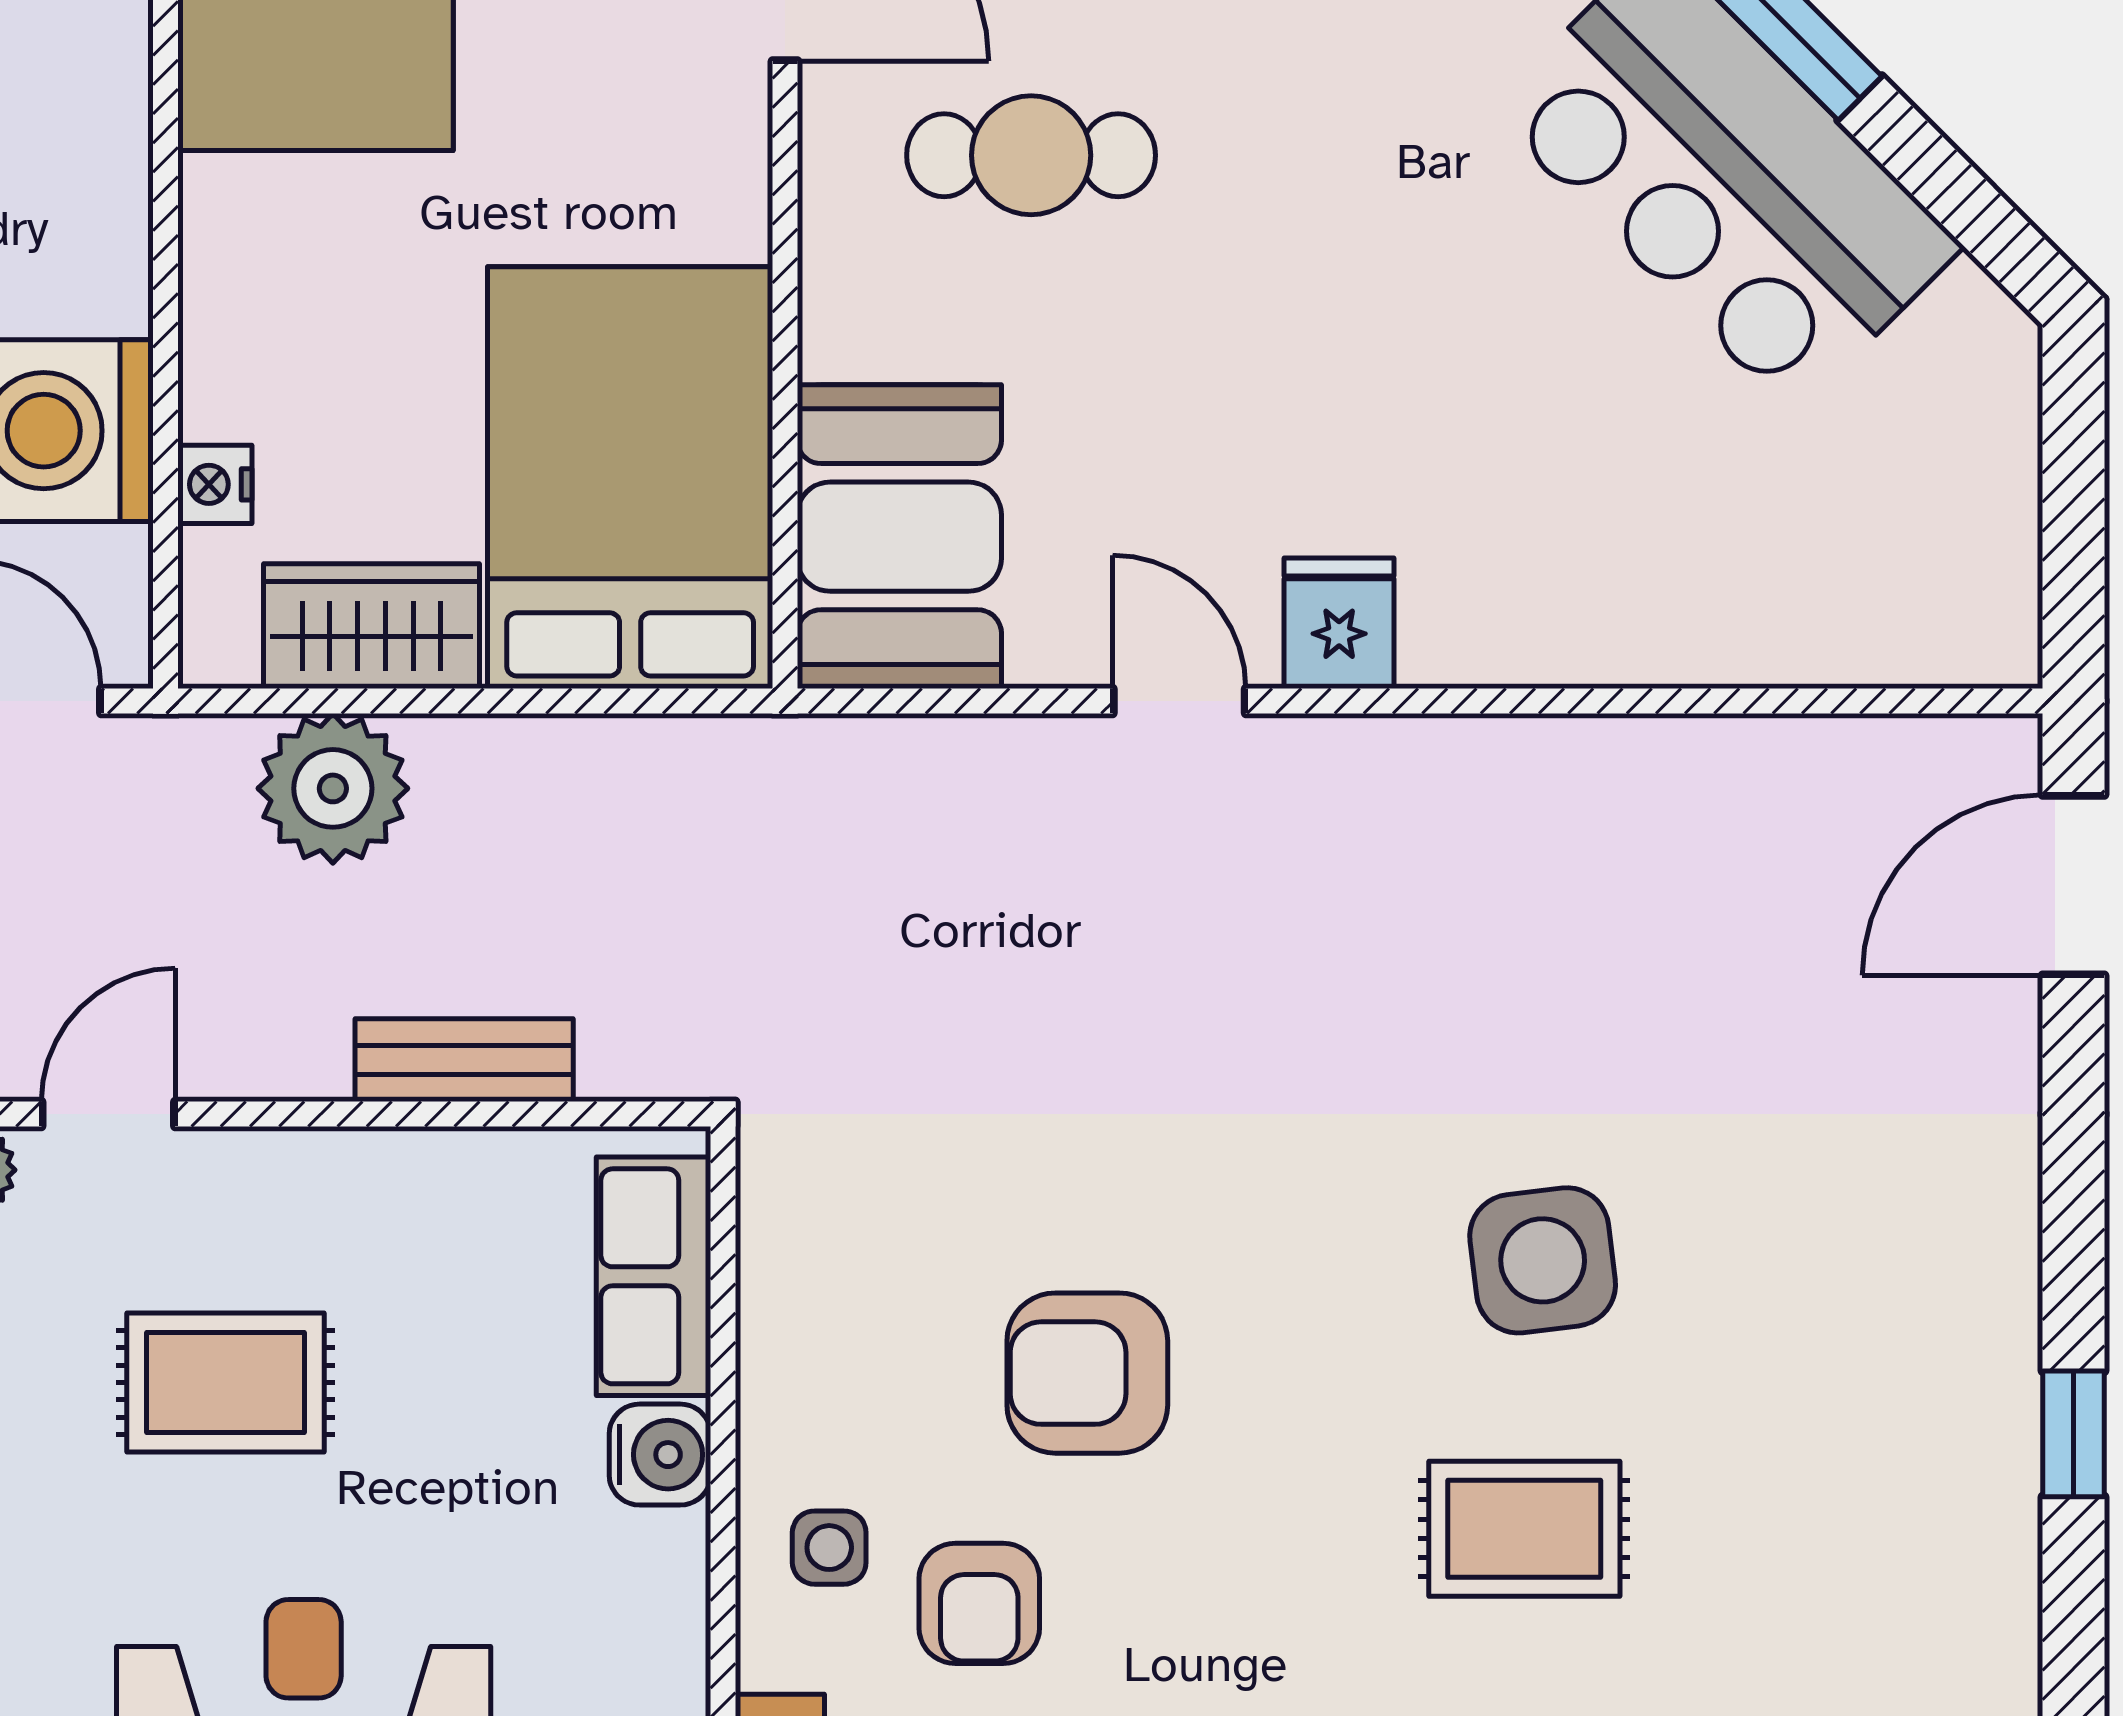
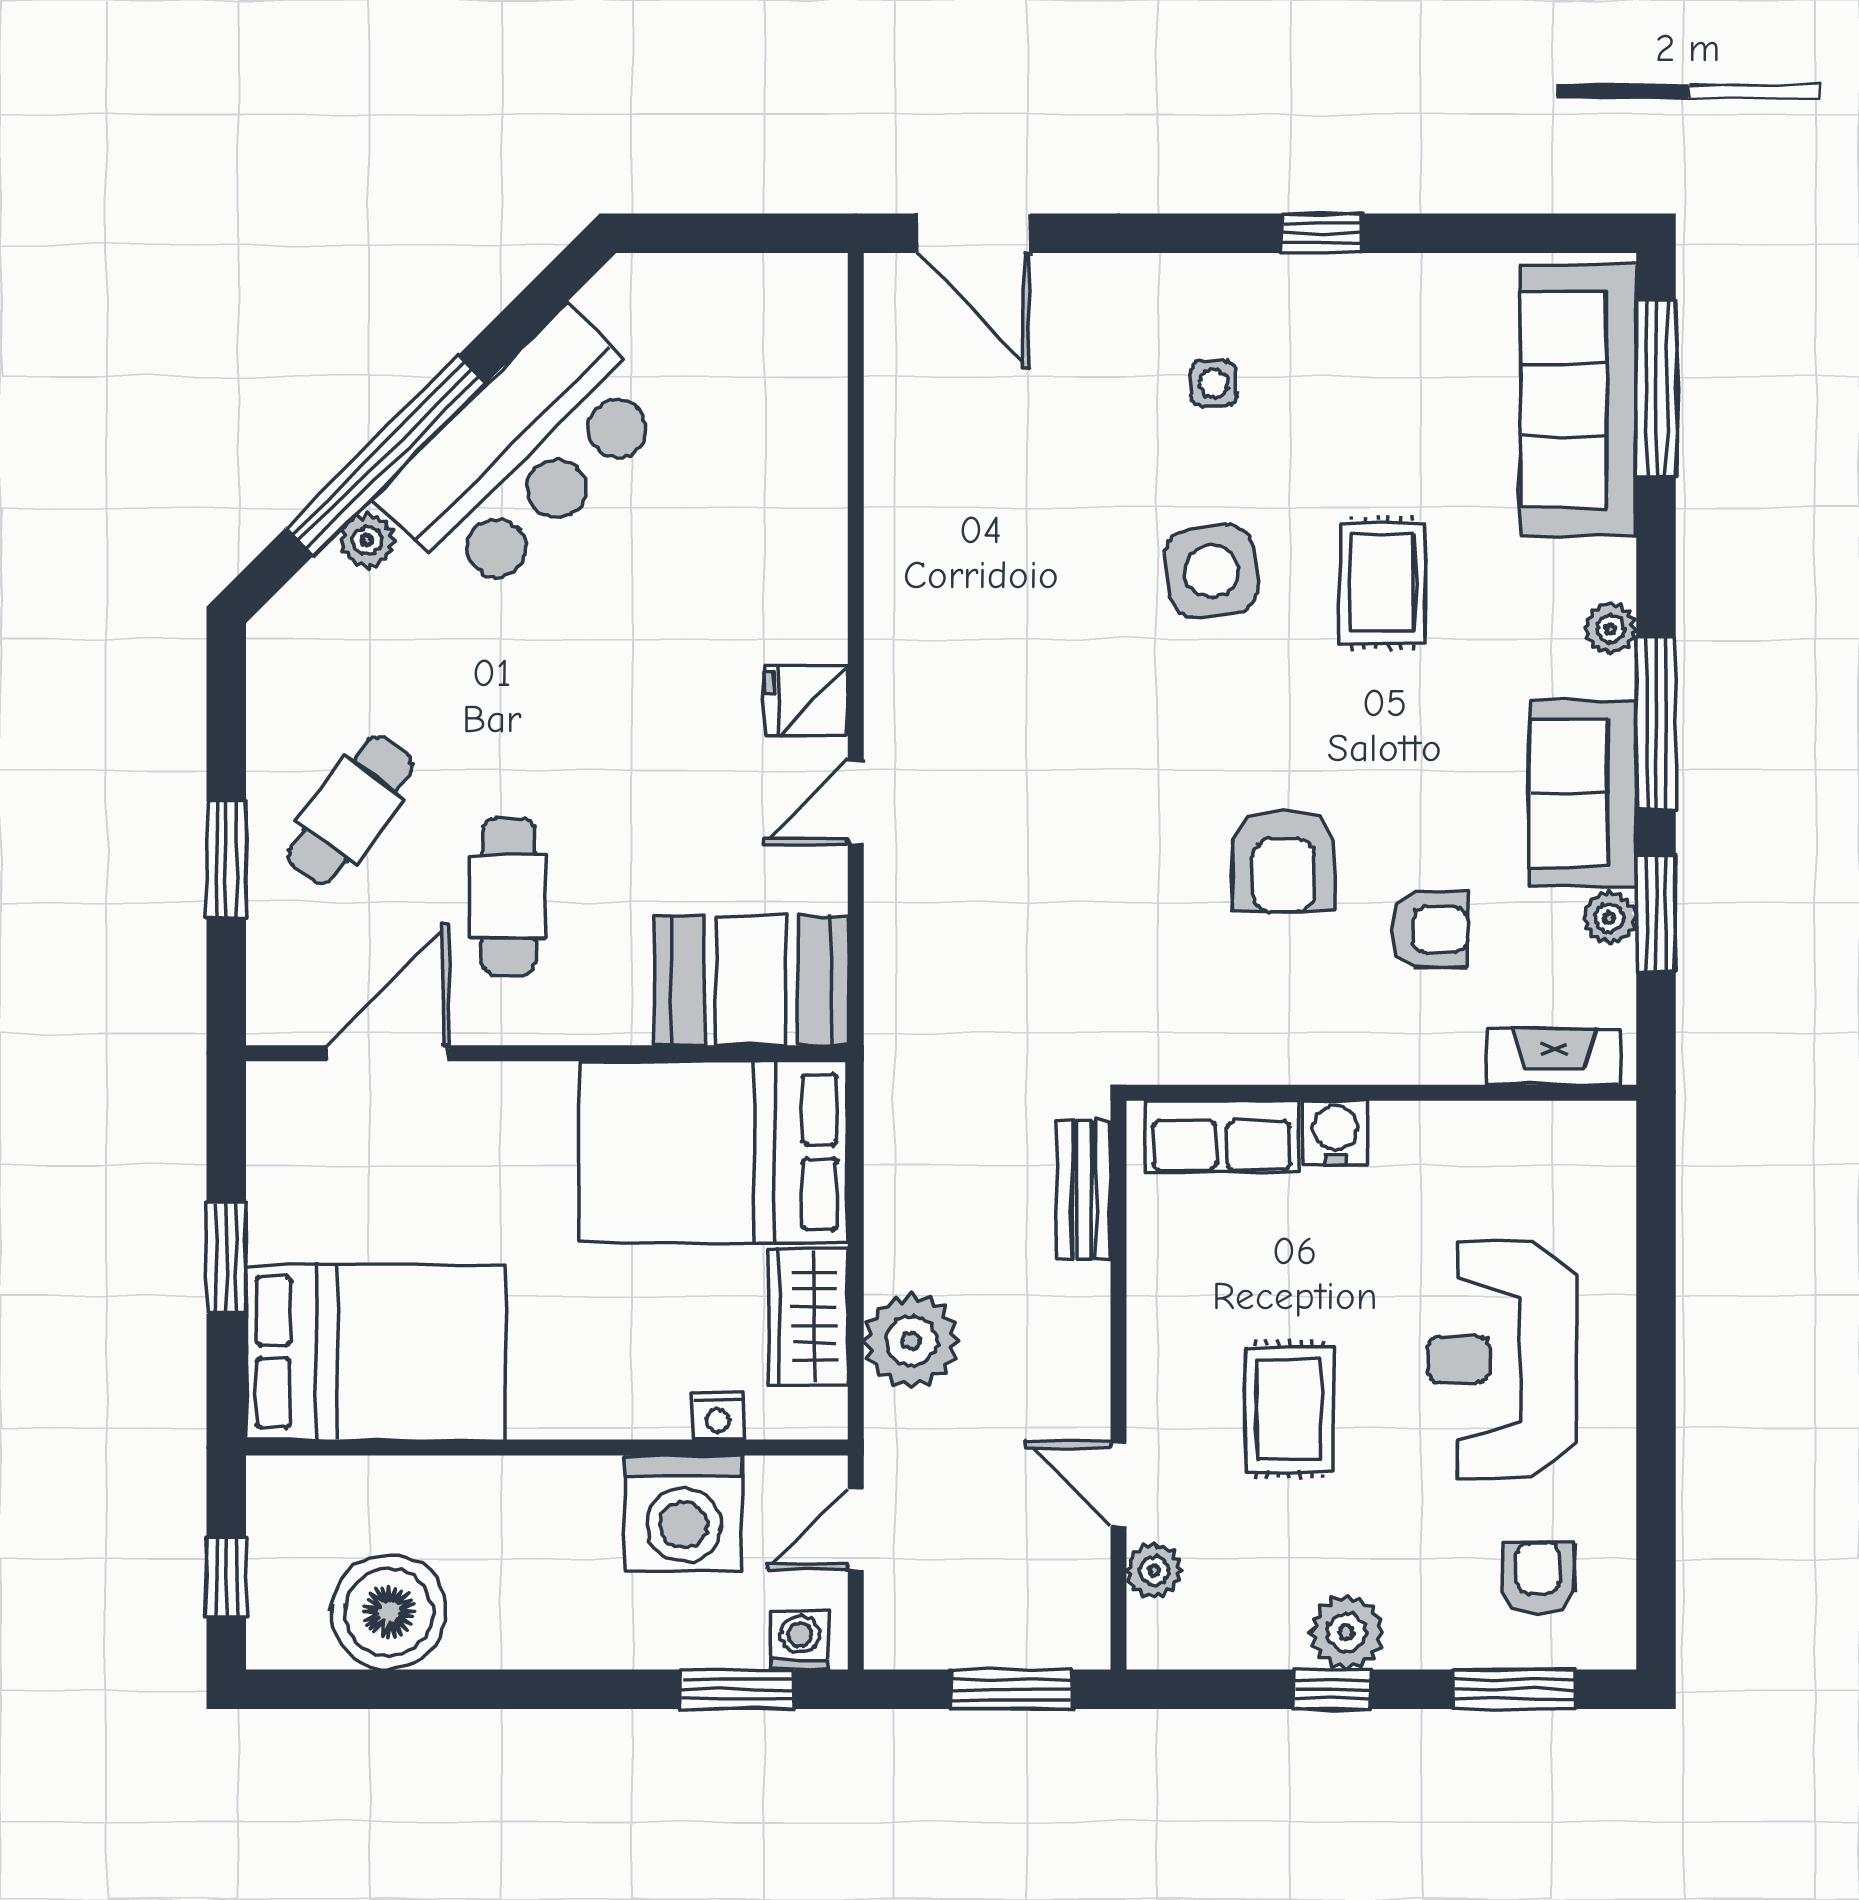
bench: (464, 1060) -> (1084, 1190), moved
side table: (829, 1548) -> (1213, 384), moved

